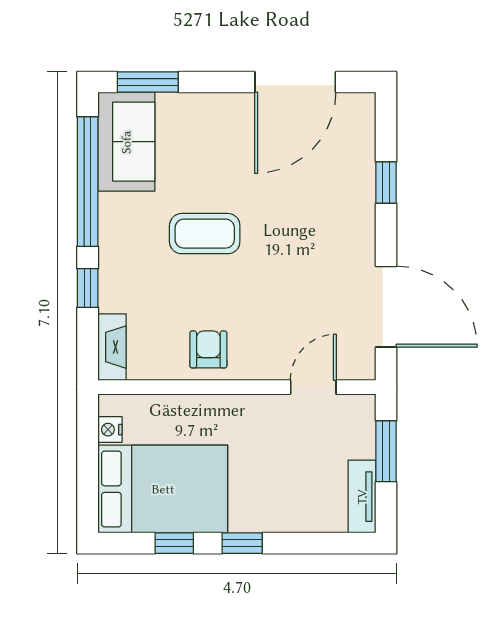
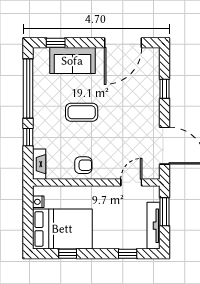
window: (148, 82) -> (56, 43), width x0.67
sofa: (126, 142) -> (72, 61), moved, turned 90
armchair: (208, 349) -> (83, 165), turned 90
tv unit: (362, 497) -> (154, 226), width x1.41
window: (242, 543) -> (128, 254), moved

